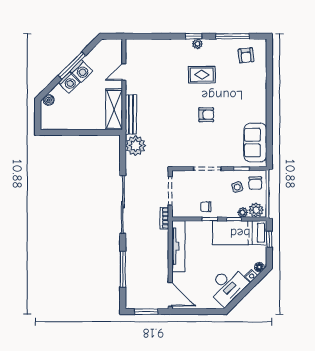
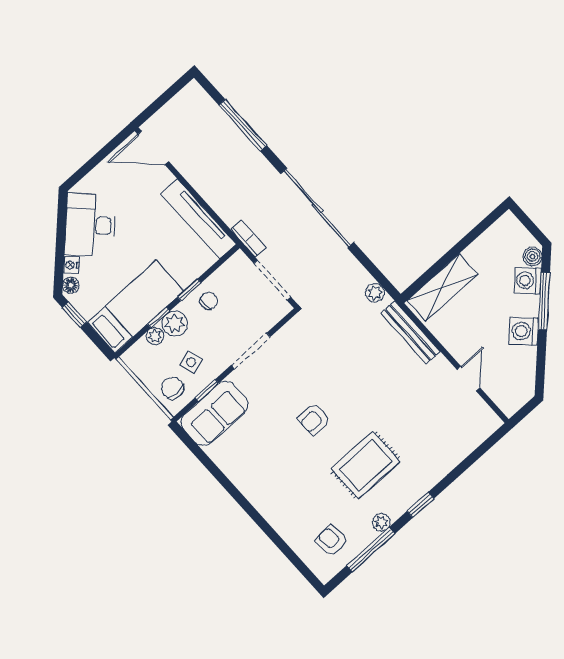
plant: (197, 44) -> (381, 522), moved
window: (72, 65) -> (544, 301), moved
rug: (202, 75) -> (366, 465), width x1.36, depth x1.43
washing machine: (69, 82) -> (528, 280), moved
shelving: (114, 109) -> (443, 287), moved, turned 90
sofa: (255, 142) -> (214, 413), moved, turned 90
plant: (136, 146) -> (375, 293), width x0.53, depth x0.53
plant: (256, 210) -> (175, 324), moved
window: (269, 239) -> (74, 315), moved
window: (146, 312) -> (164, 98), removed

